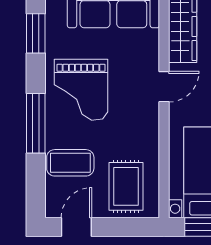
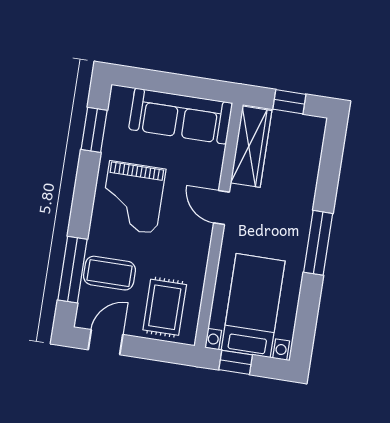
door: (164, 87) -> (222, 207), swing flipped
window: (36, 123) -> (72, 270), moved

